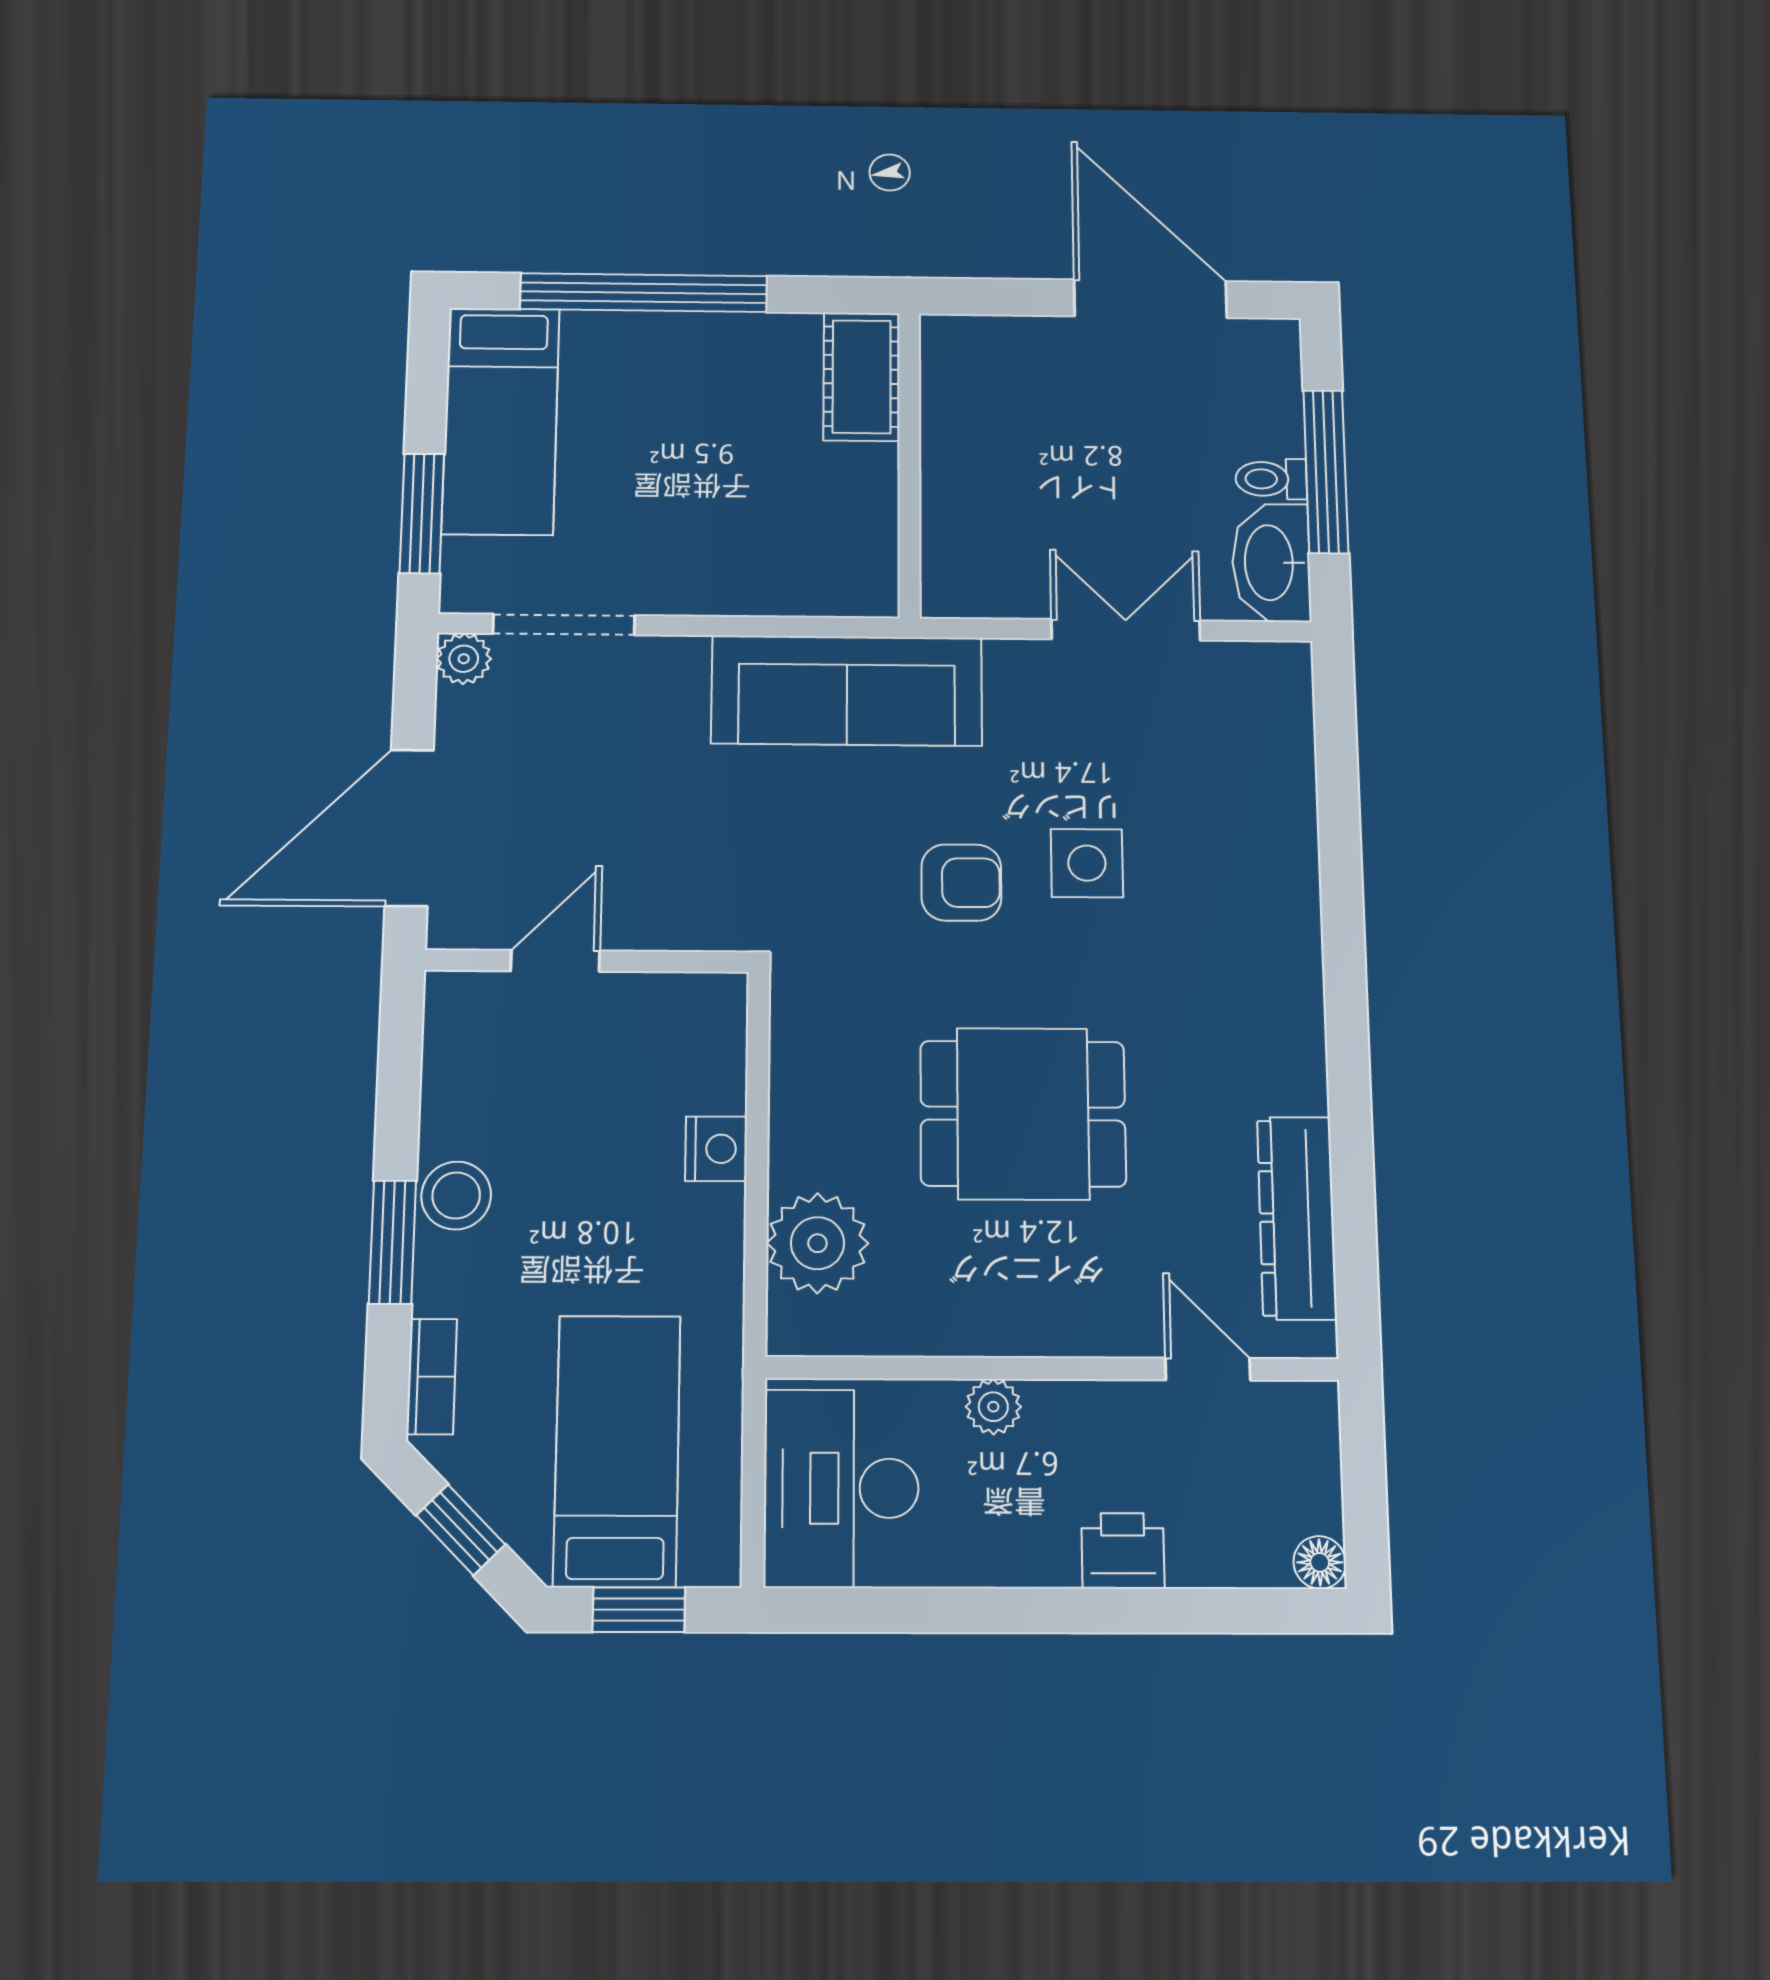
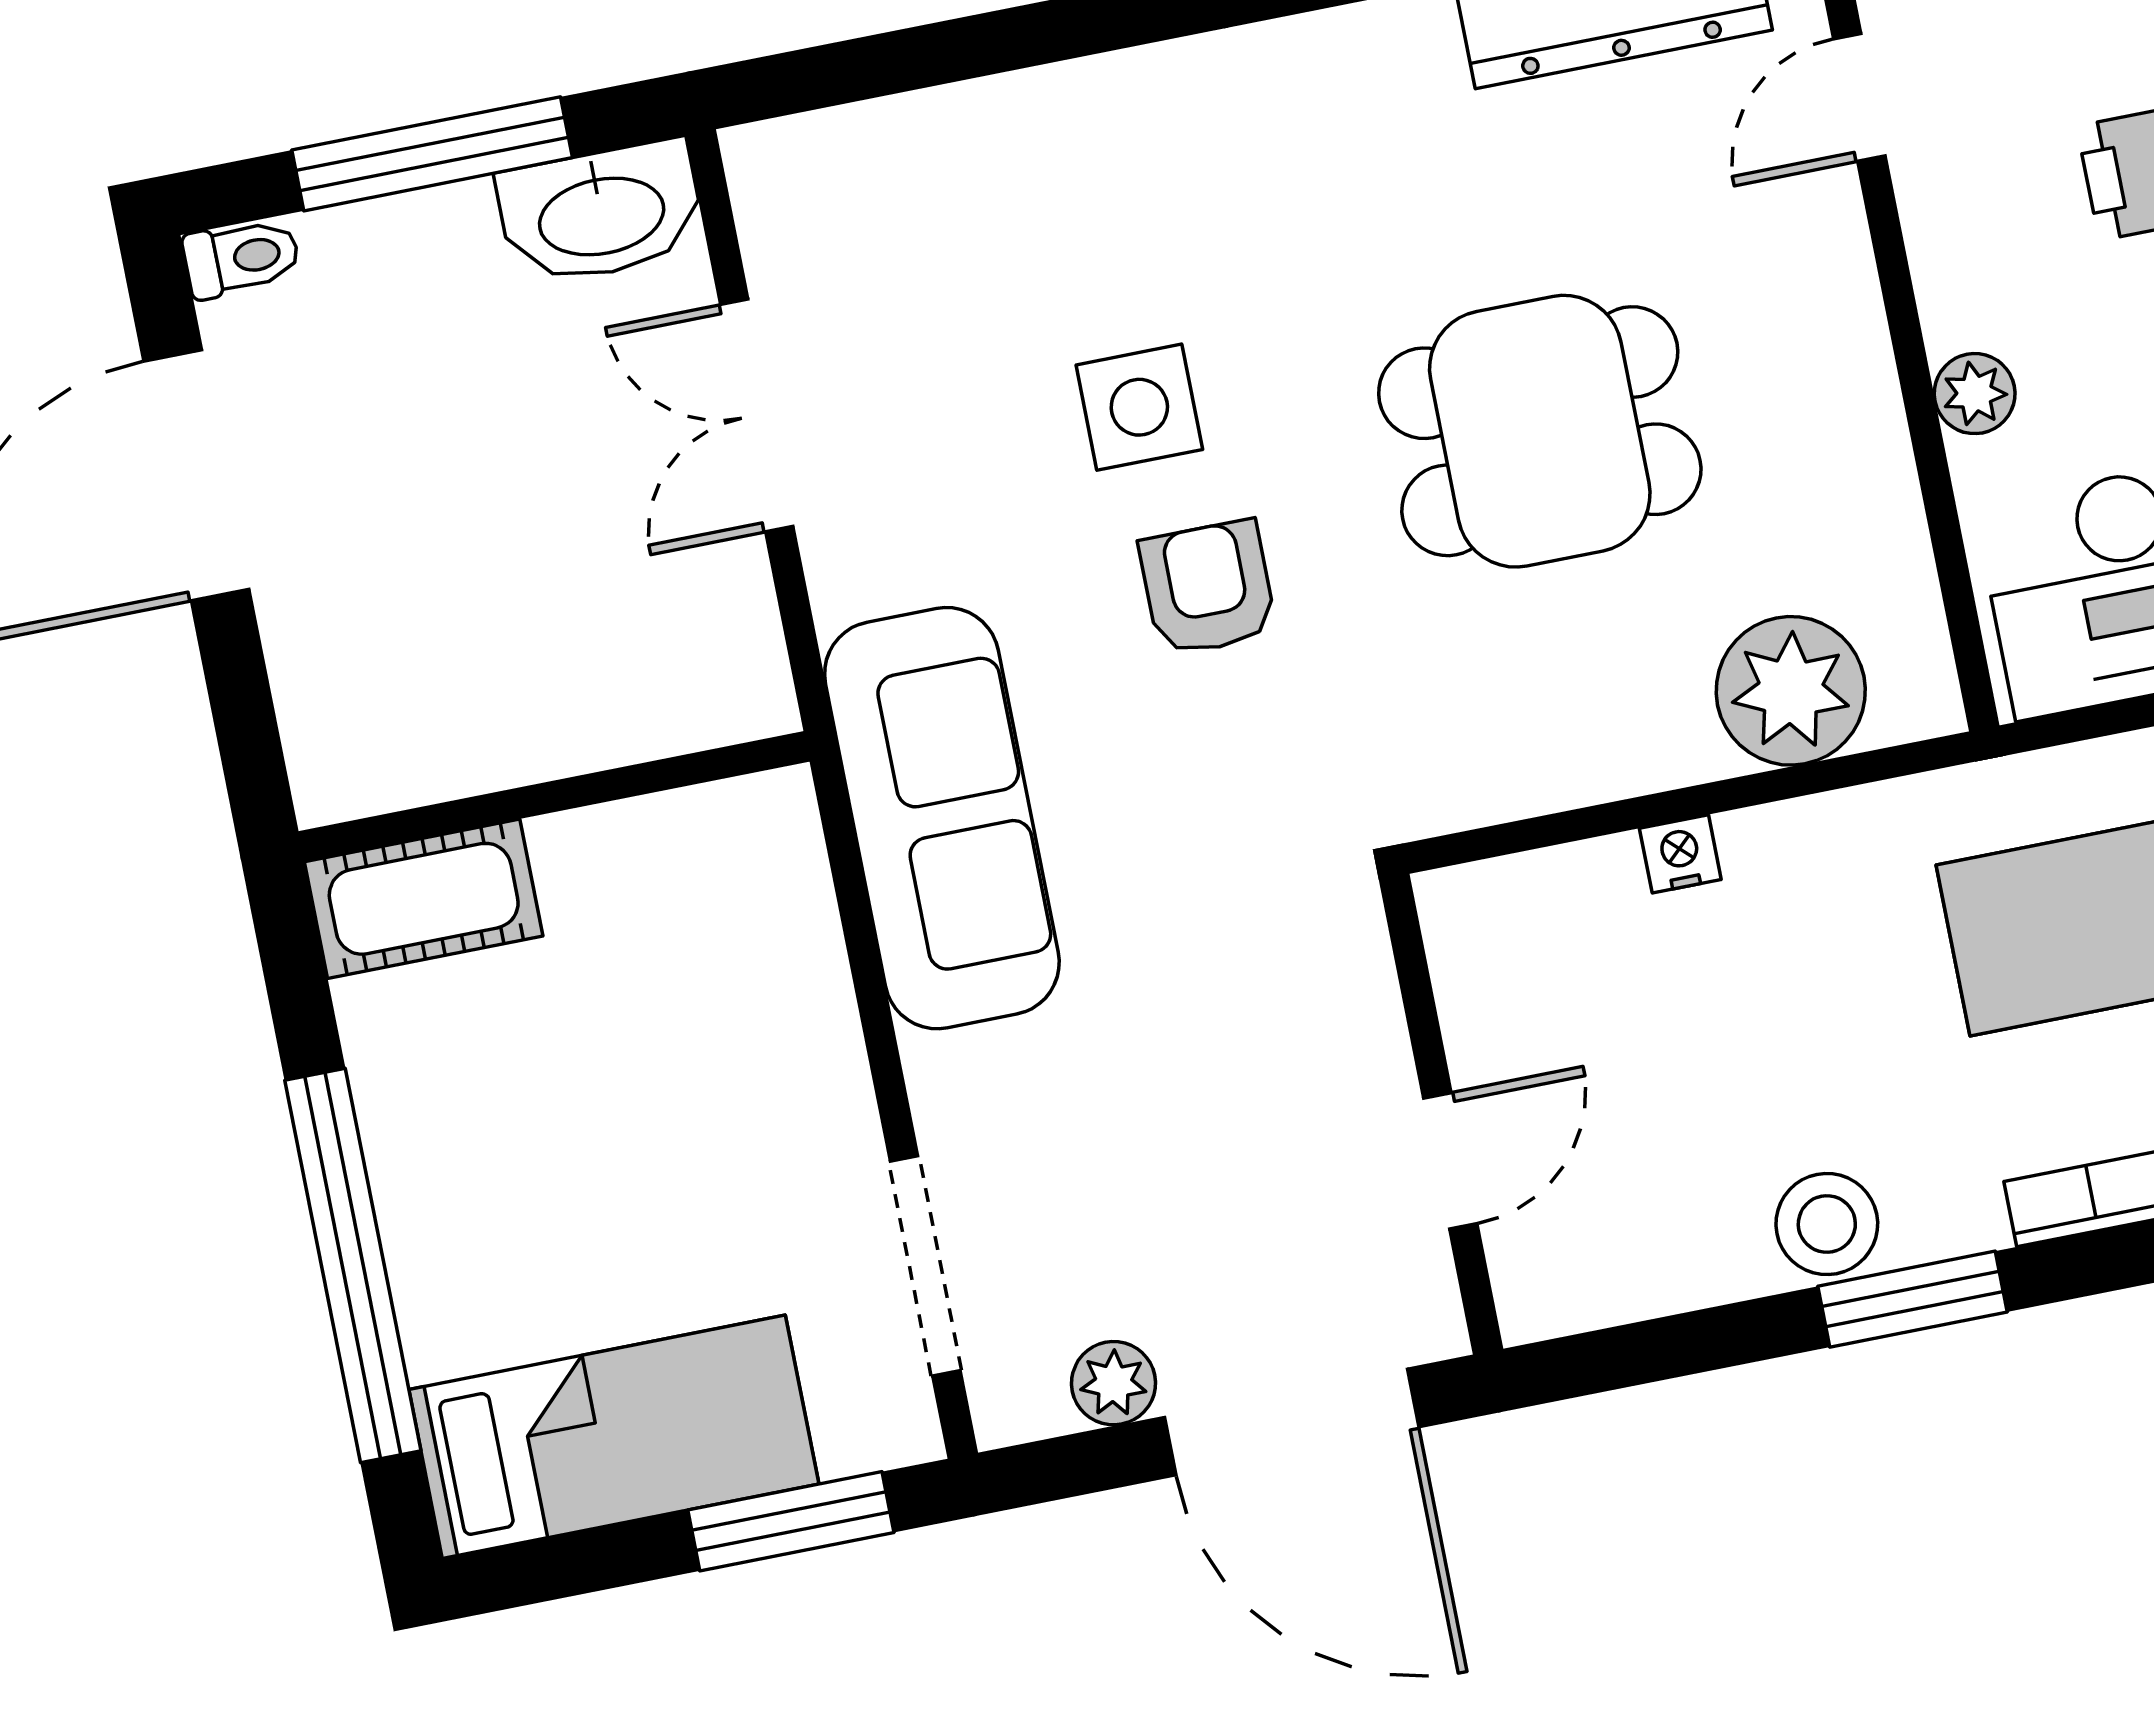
toilet: (1271, 479) -> (242, 258), moved, turned -90
plant: (464, 659) -> (1114, 1383), moved
door: (555, 961) -> (1450, 1161), swing flipped
dining table: (1023, 1114) -> (1540, 431), turned 90
nightstand: (716, 1149) -> (1680, 854), width x0.72, depth x0.74

